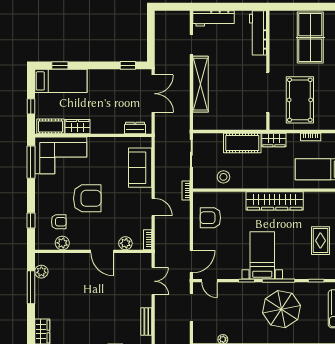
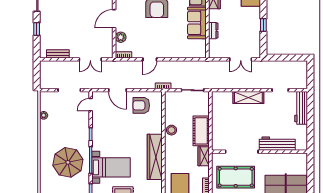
workbench: (258, 33) -> (277, 144), moved
window: (128, 65) -> (263, 25), moved
shelving: (201, 84) -> (248, 97), width x0.68
double door: (153, 94) -> (241, 59), width x0.73
dresser: (135, 128) -> (213, 31), moved
sofa: (140, 168) -> (197, 23), moved, turned -90
stool: (223, 177) -> (171, 130), moved
armchair: (210, 218) -> (141, 105), turned -90
bed with nightstands: (262, 255) -> (111, 167), moved
door: (191, 262) -> (117, 90), moved

